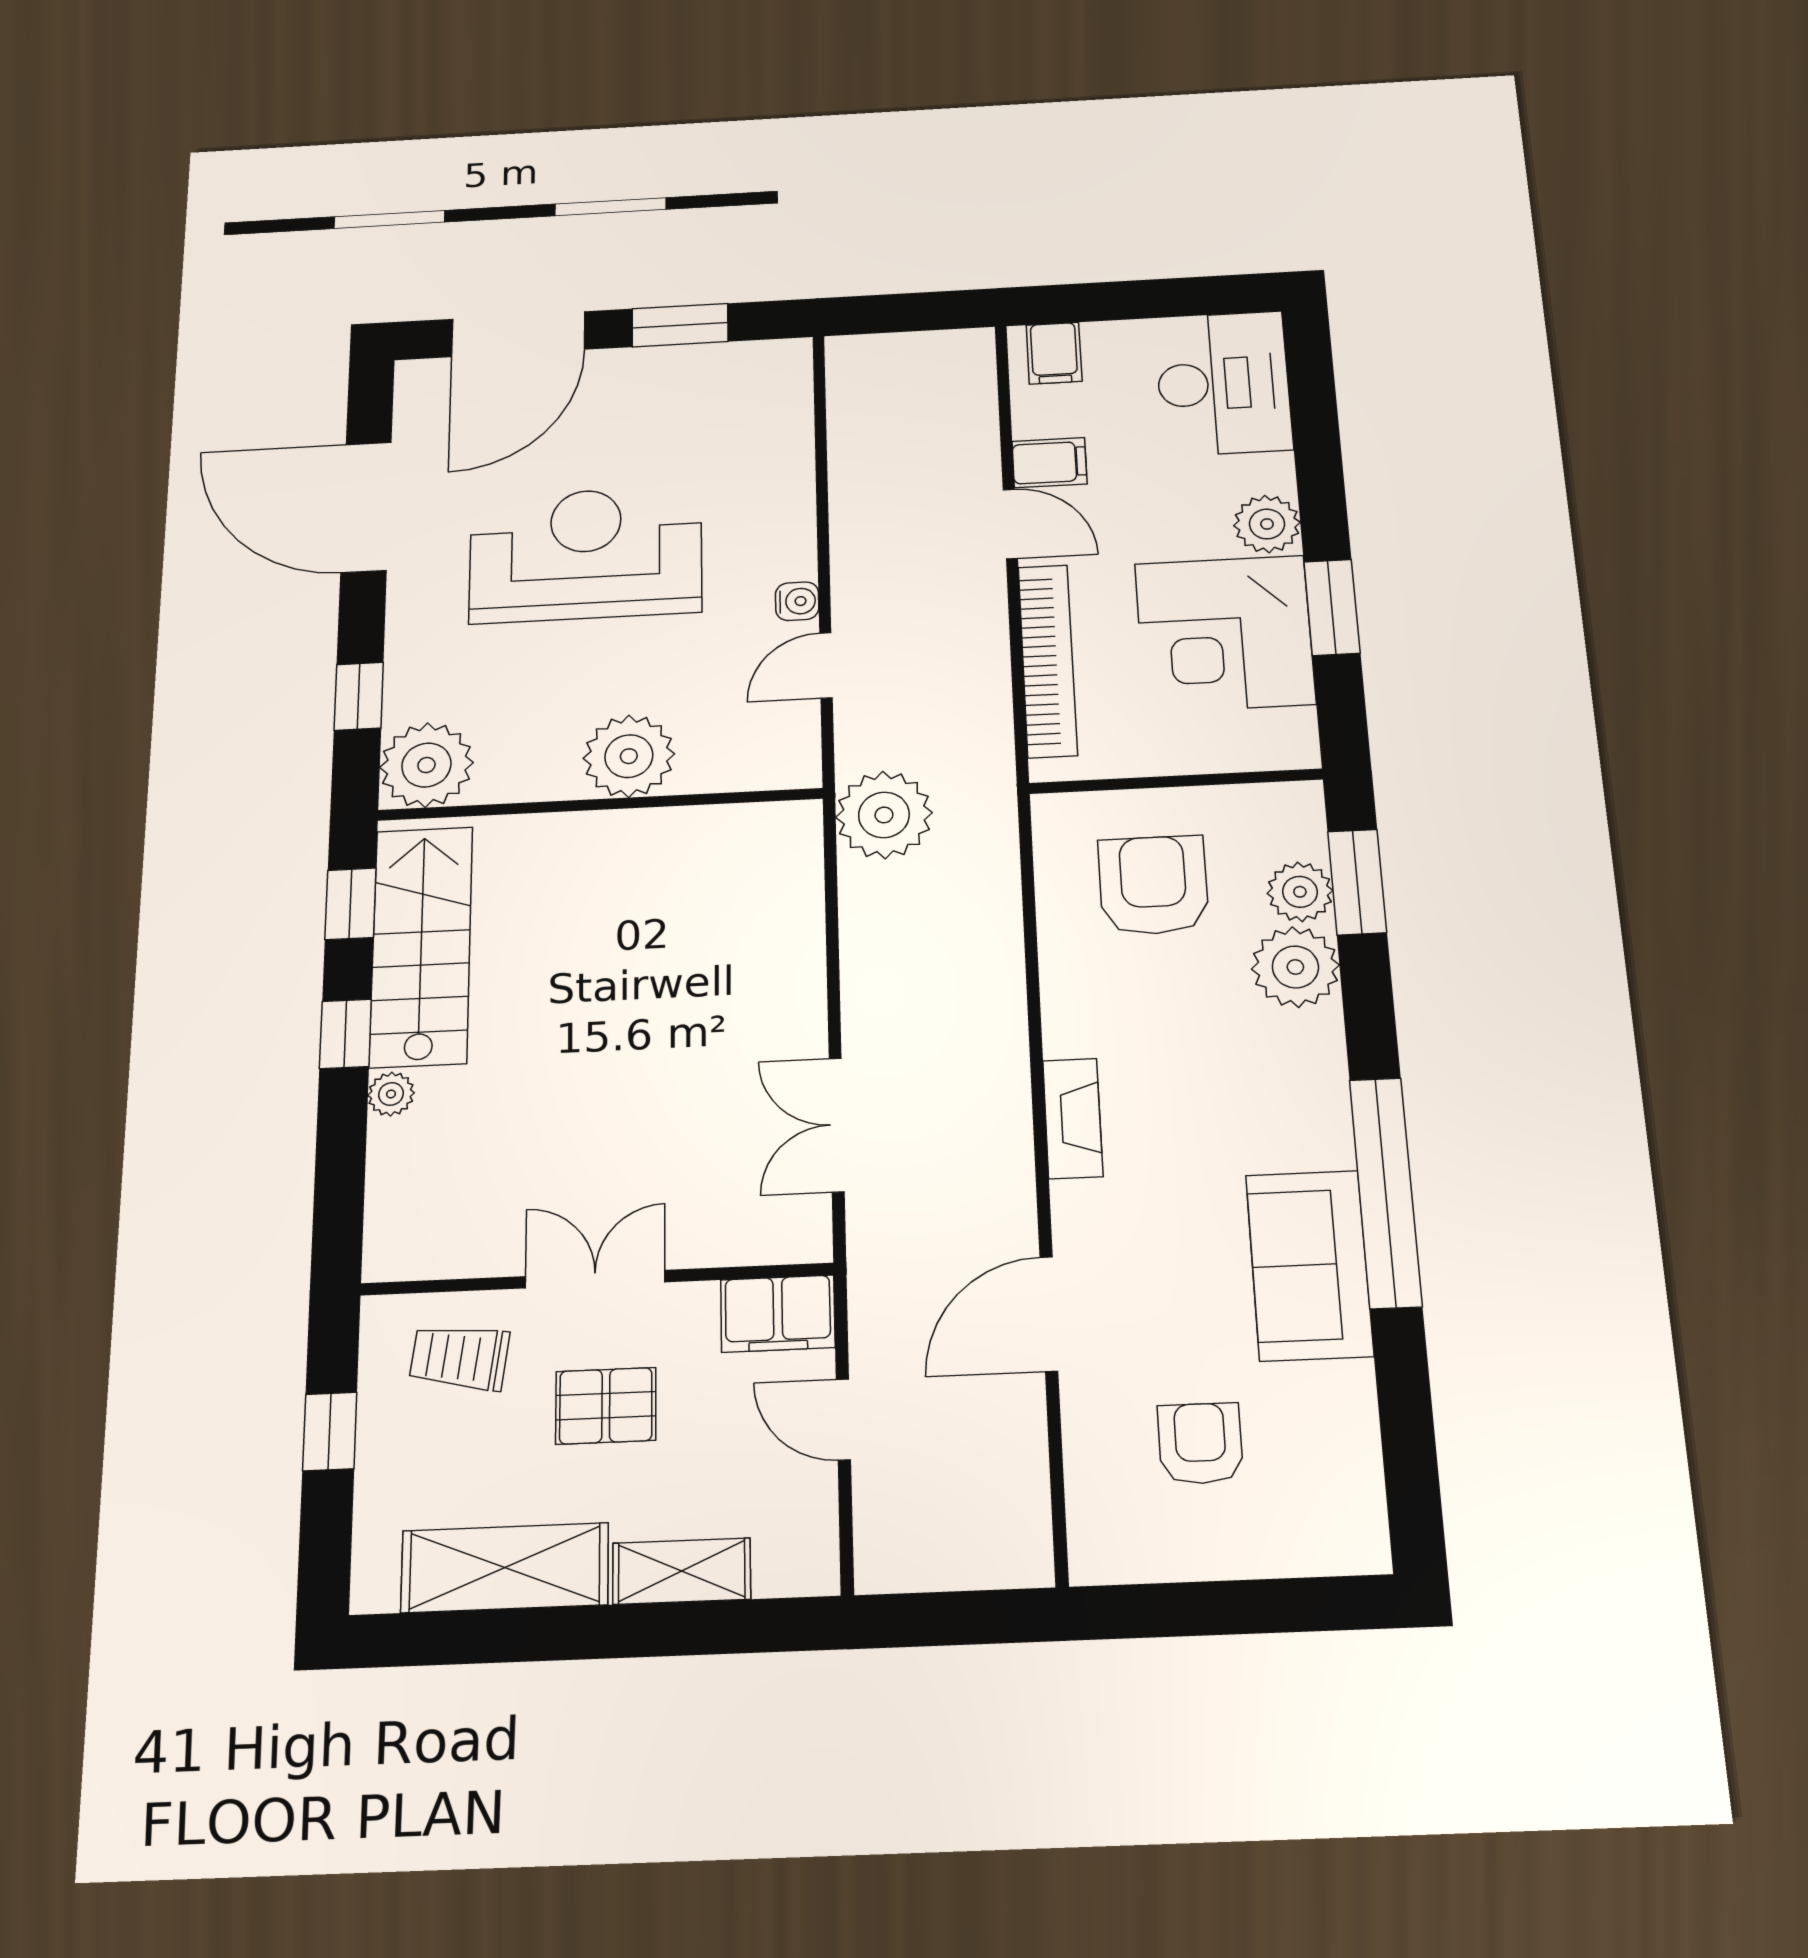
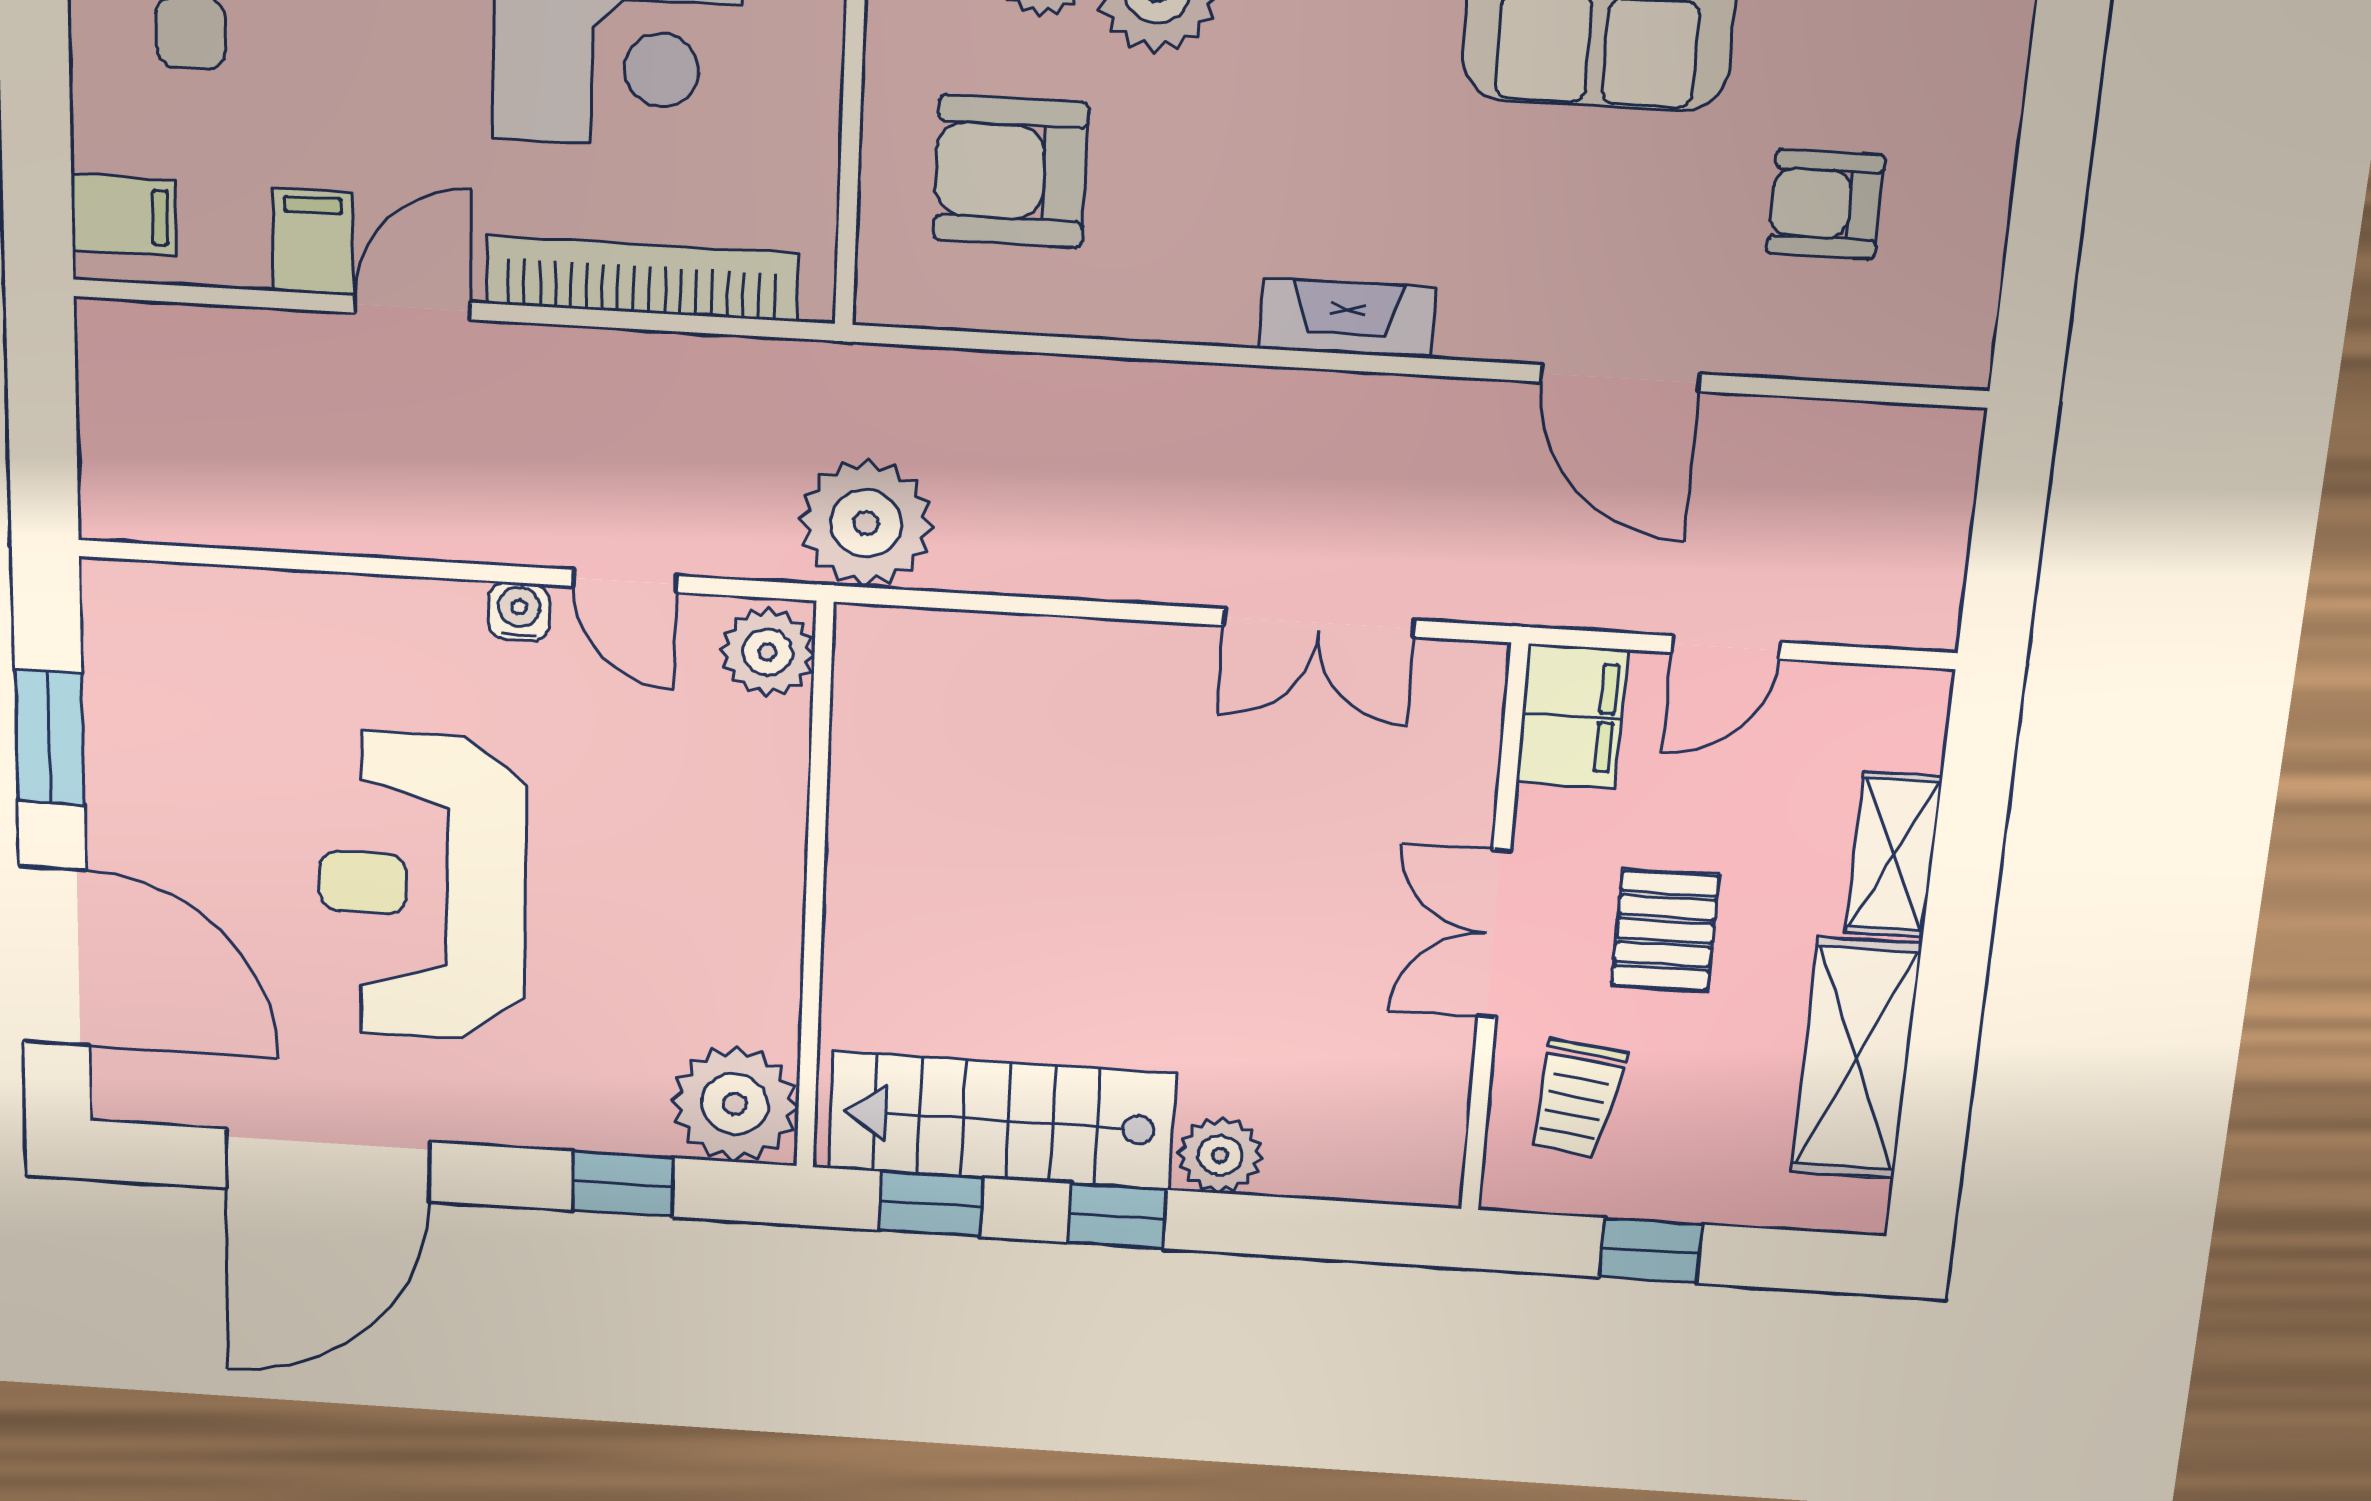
plant: (629, 756) -> (768, 652), moved, width x0.73, depth x0.73
plant: (391, 1094) -> (1220, 1155), width x1.38, depth x1.38

